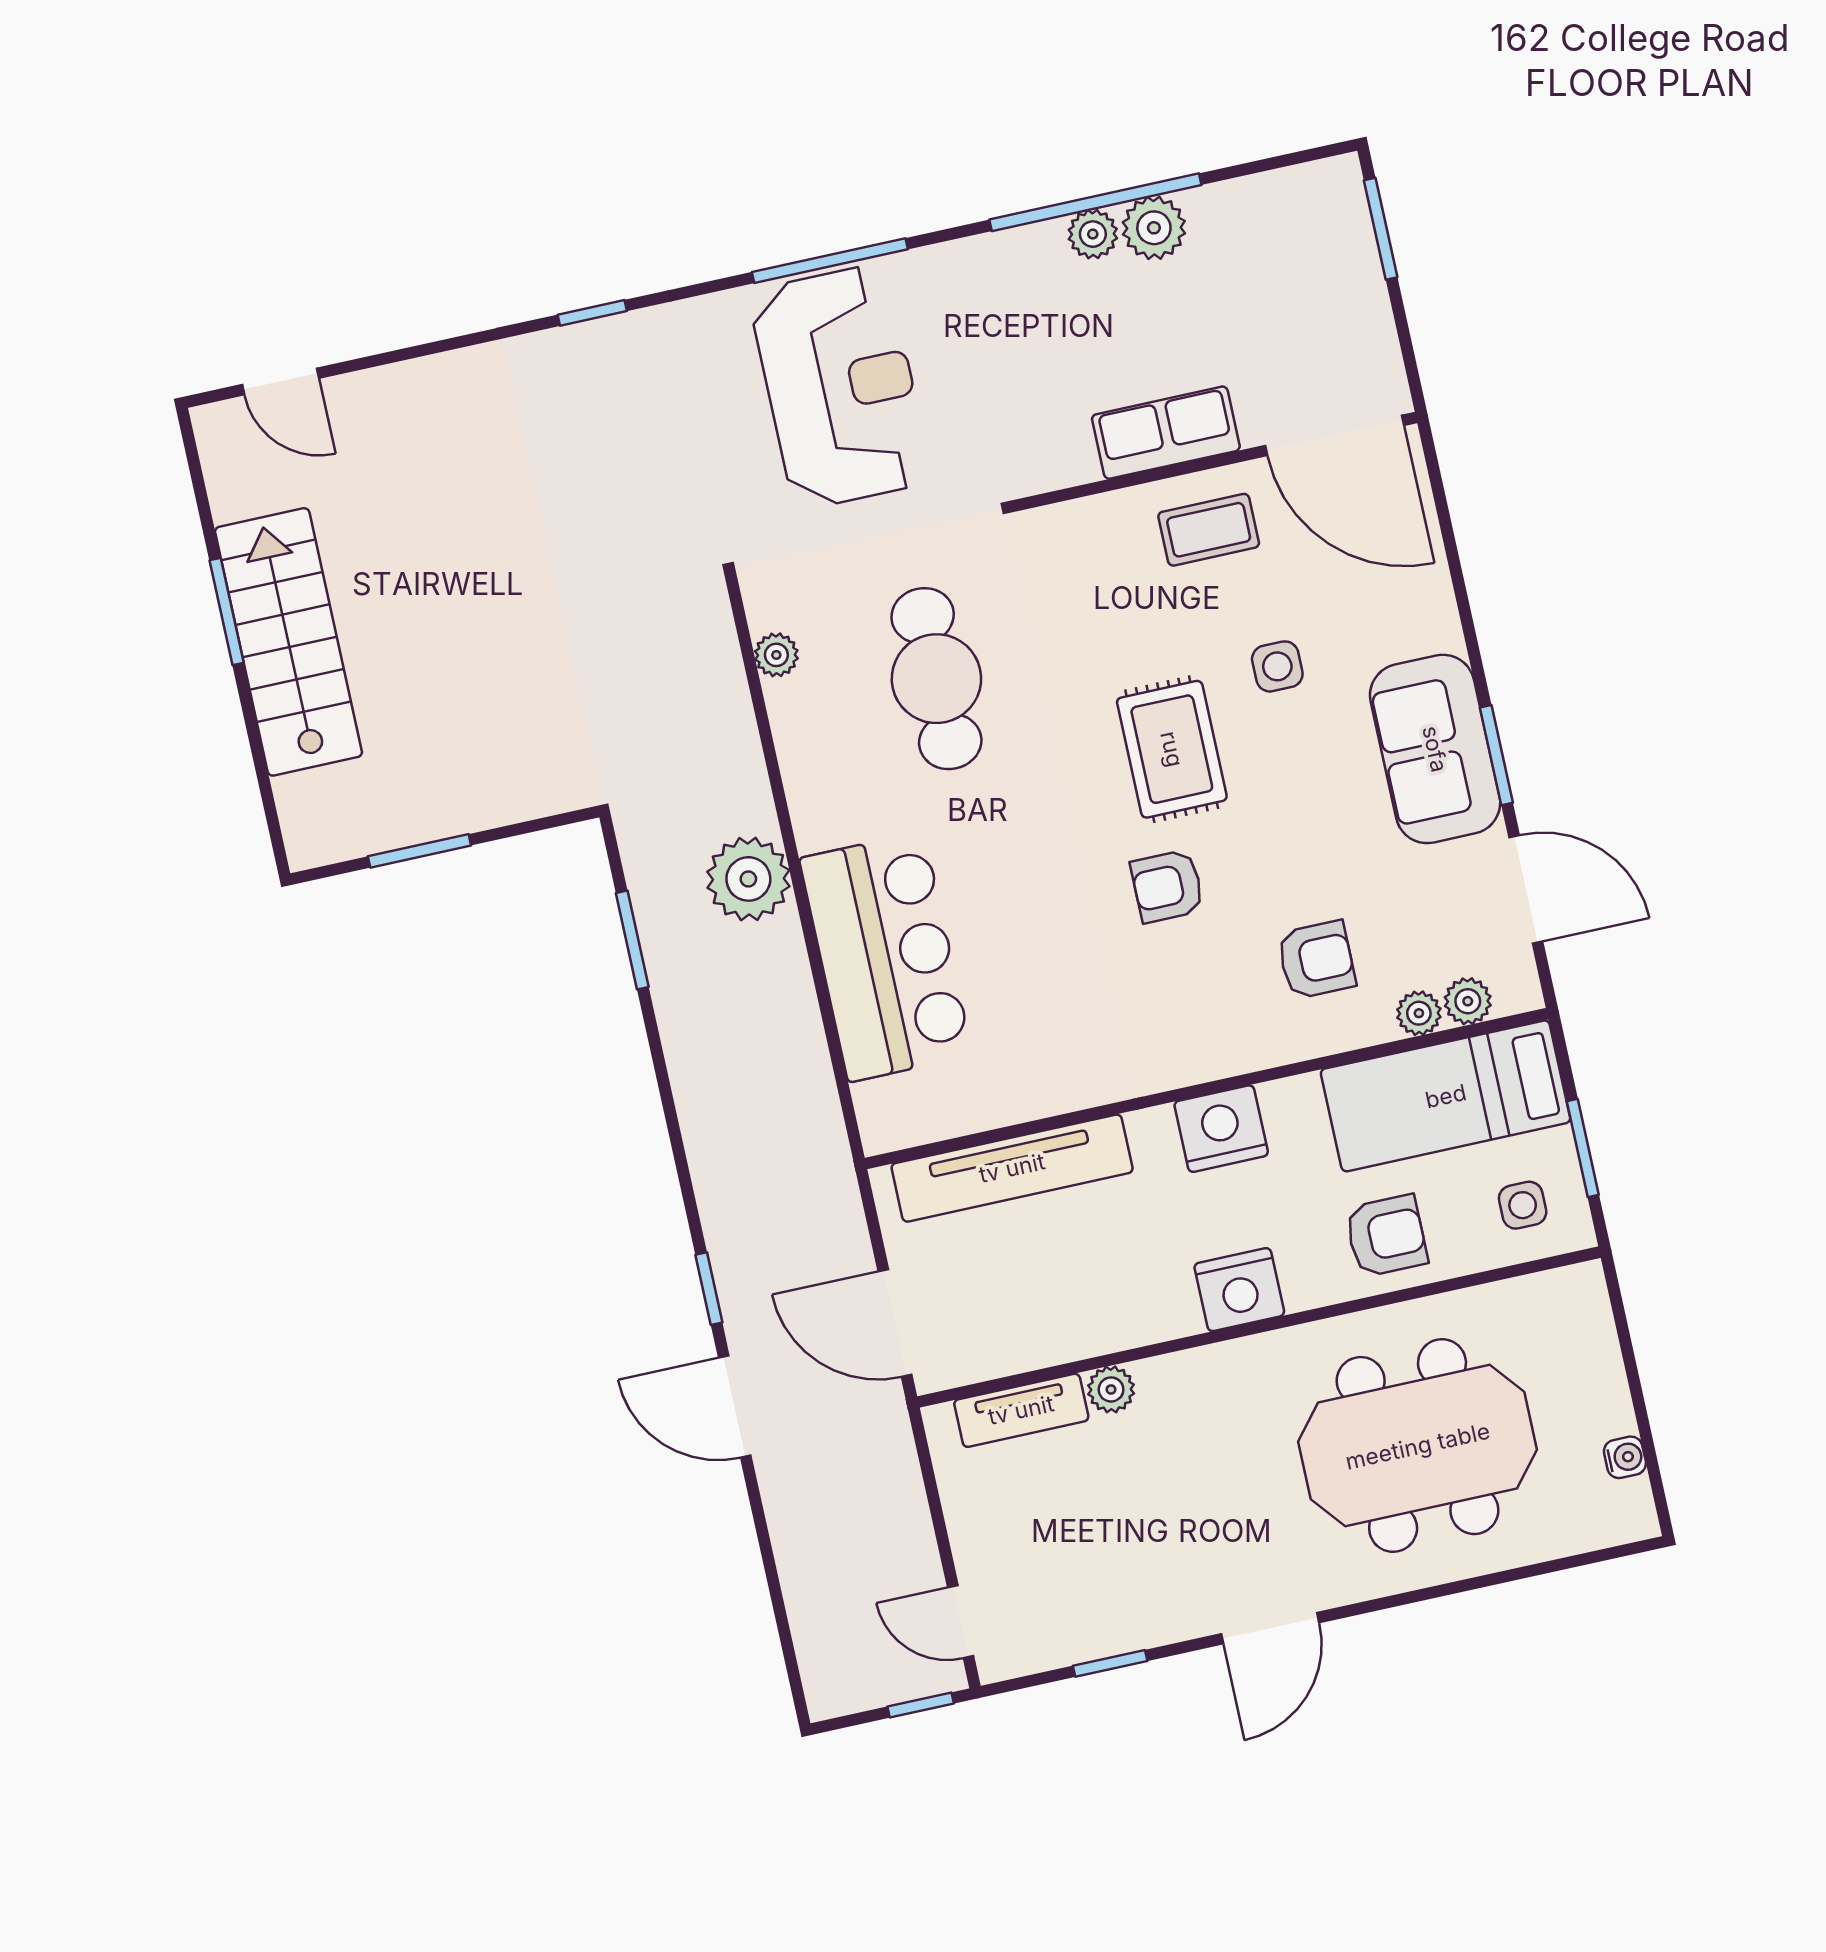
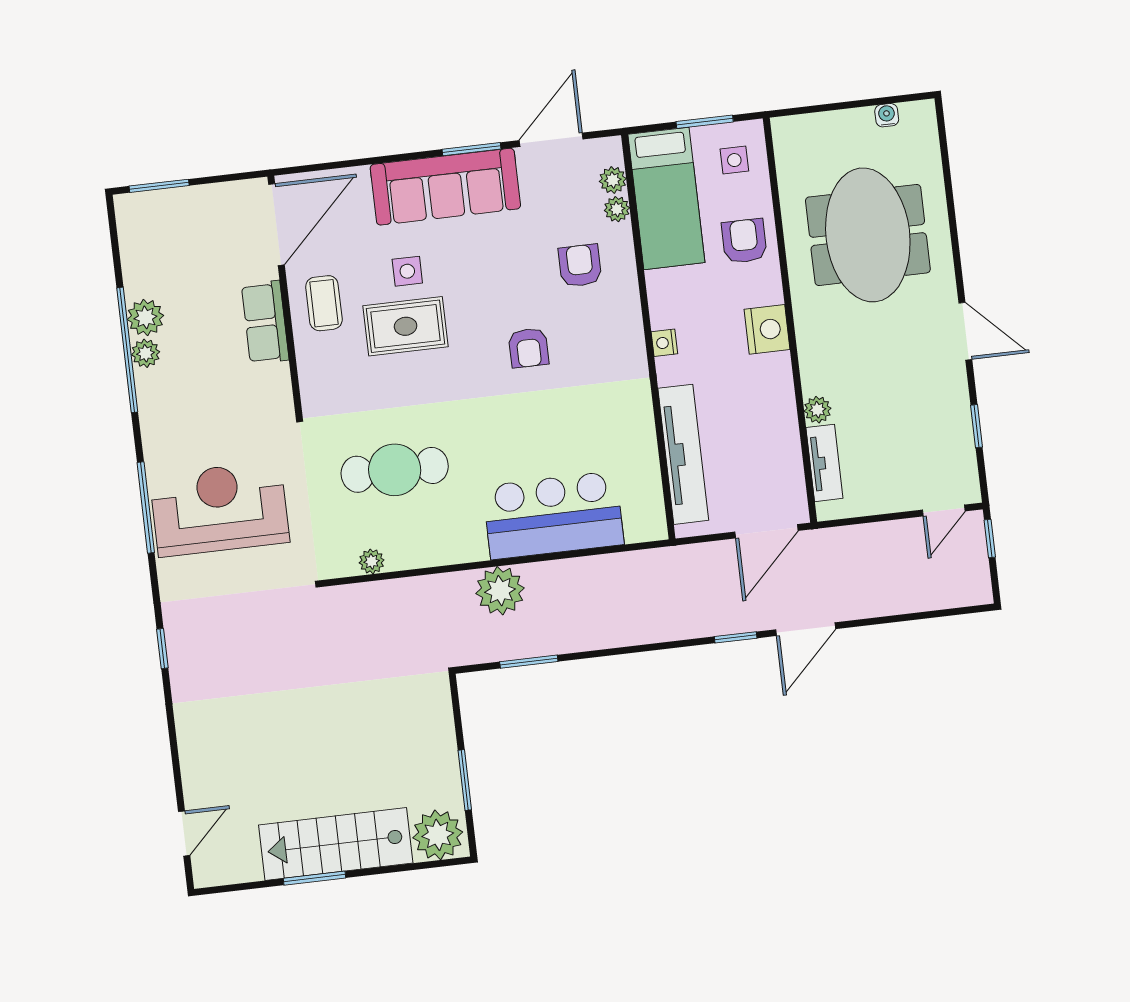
rug: (1172, 749) -> (406, 326), moved
sofa: (1435, 749) -> (445, 187), width x1.36
plant: (321, 814) -> (438, 835), added
nightstand: (1221, 1129) -> (664, 343), width x0.53, depth x0.56

